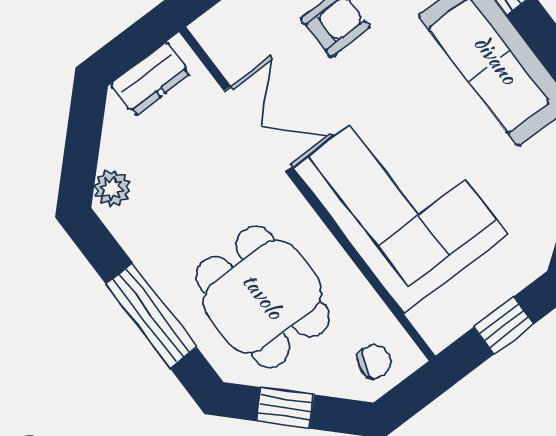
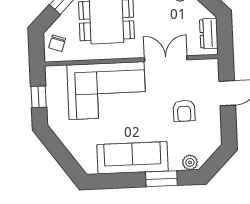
double door: (258, 129) -> (166, 59), swing flipped

